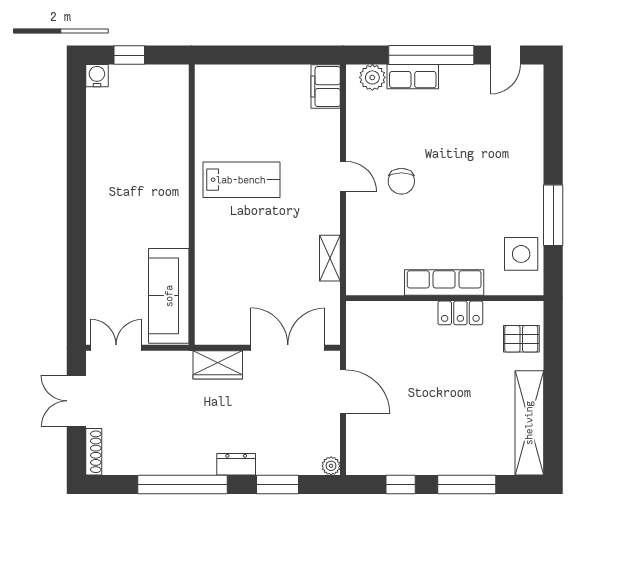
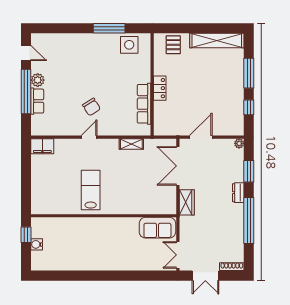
window: (129, 55) -> (26, 235), moved
water cooler: (97, 76) -> (37, 244), moved
plant: (372, 77) -> (38, 80), moved
chair: (401, 181) -> (91, 107), turned 58
row of seats: (444, 282) -> (144, 104), moved
sofa: (169, 296) -> (157, 228), width x0.73
locker: (460, 313) -> (160, 88), moved

